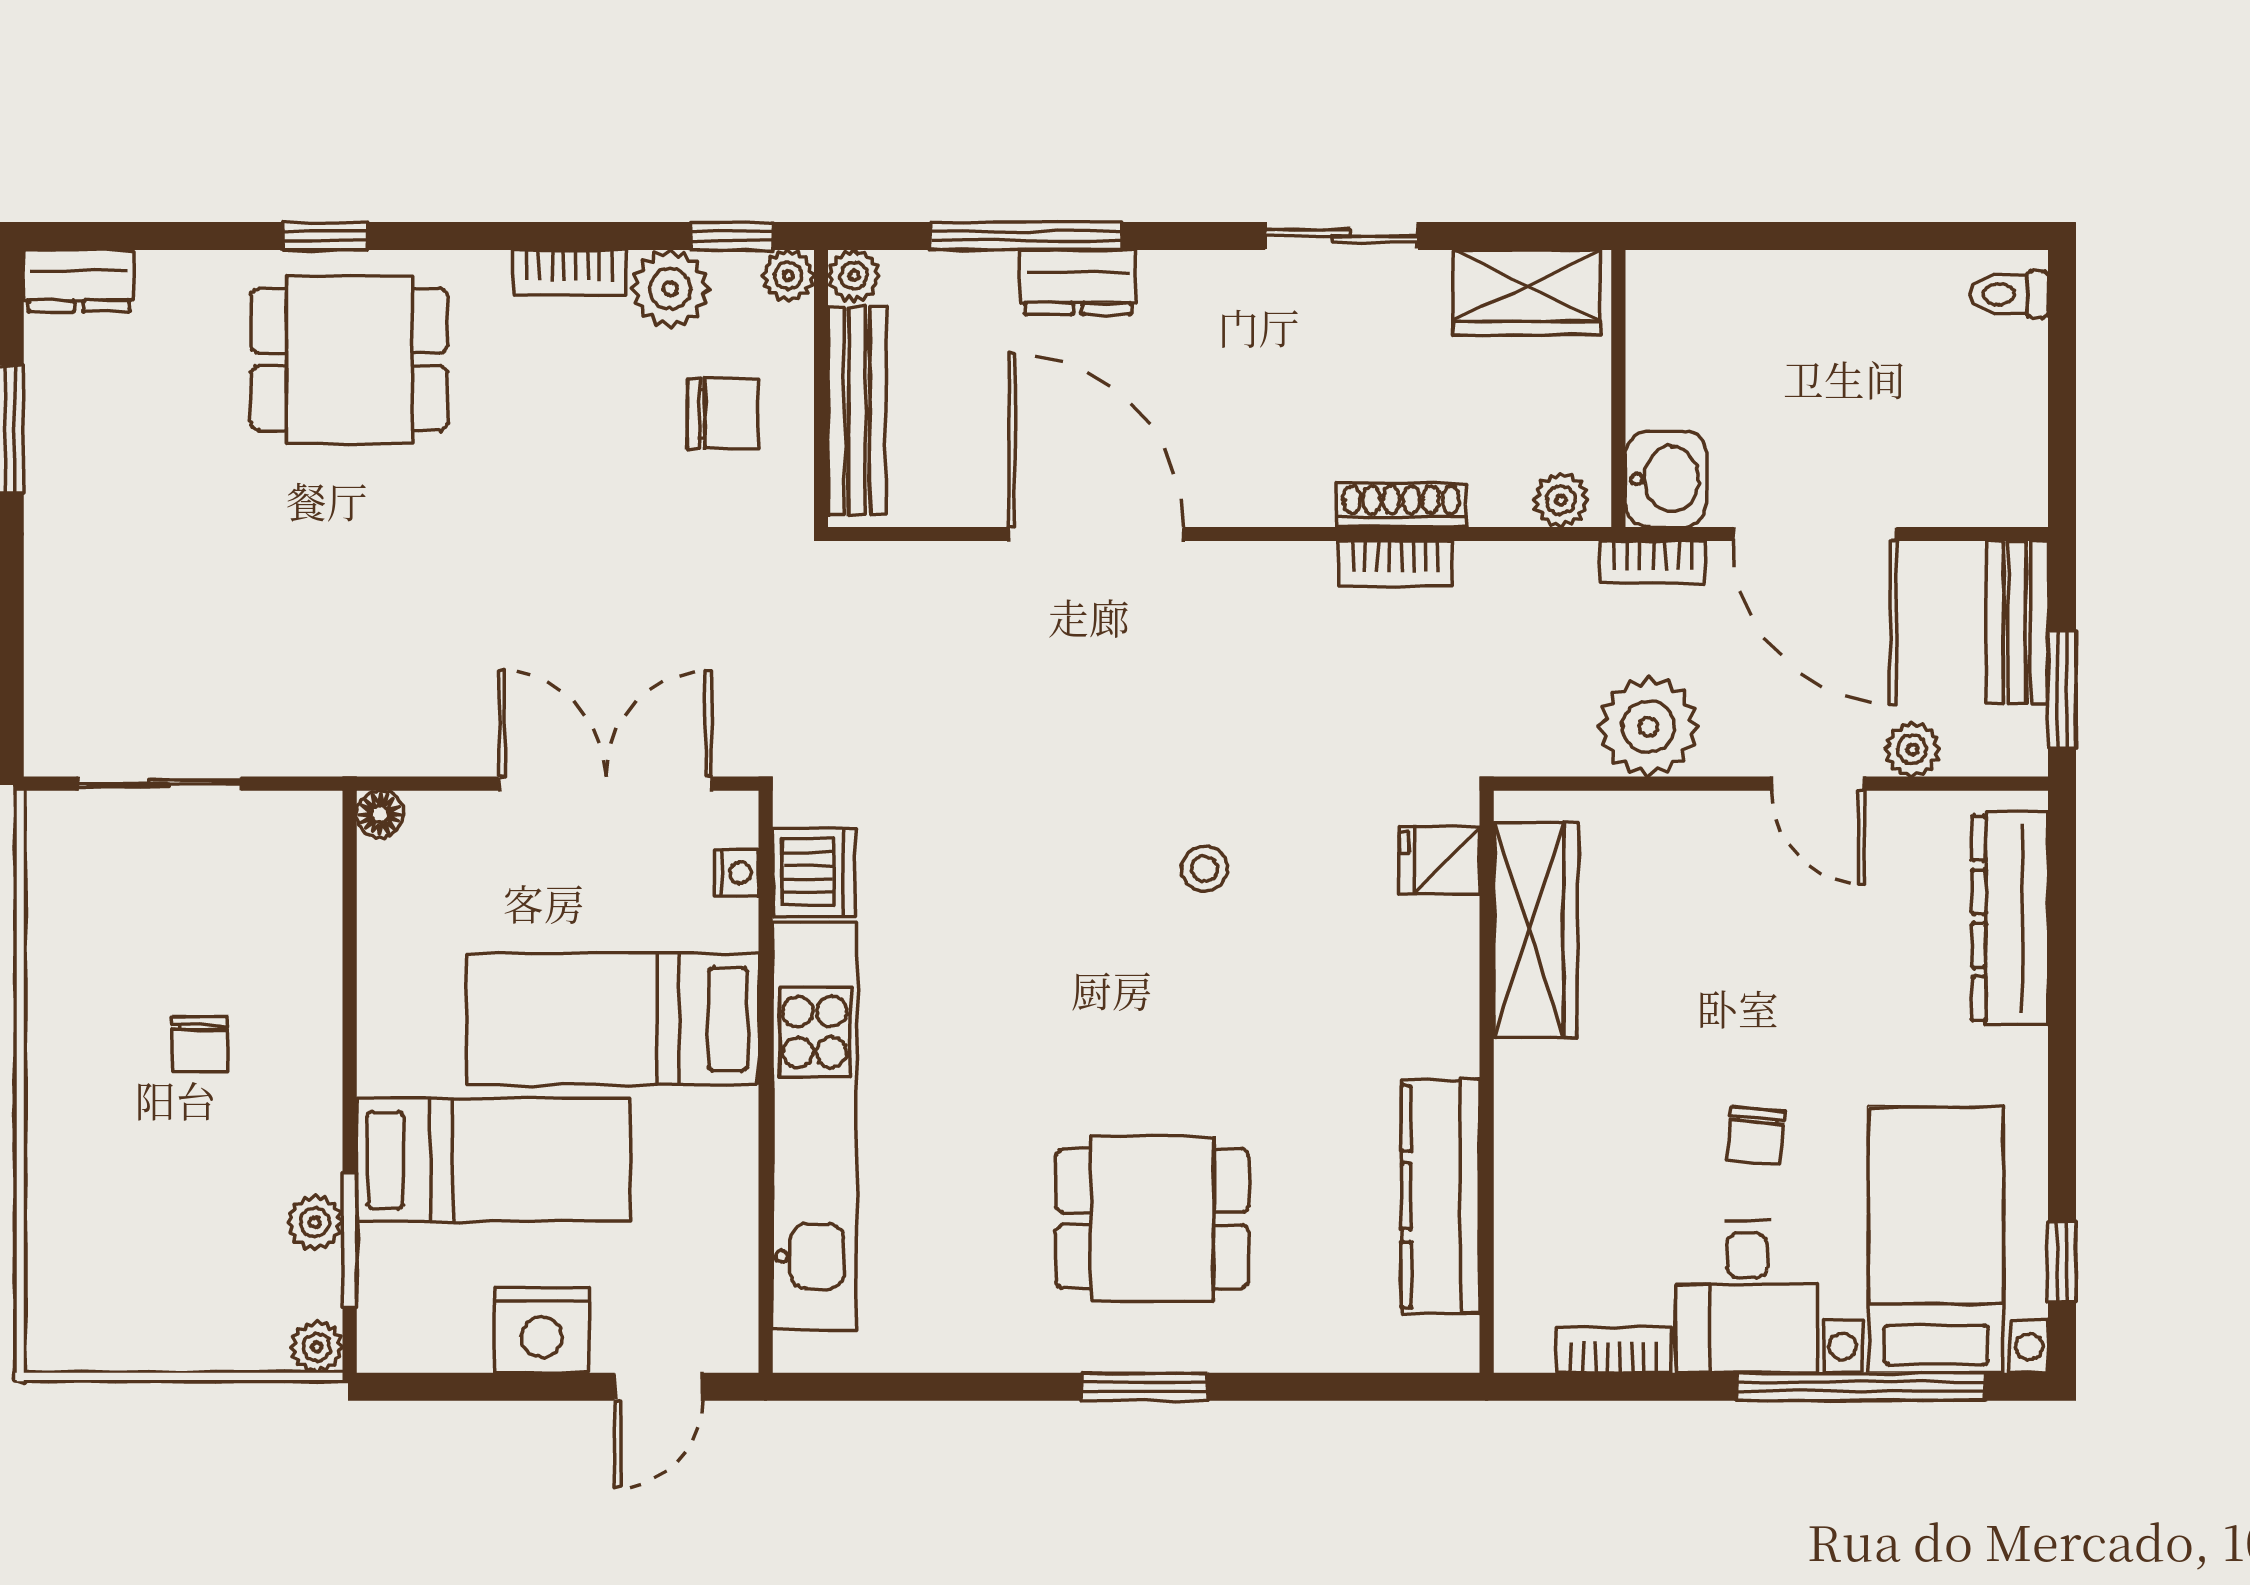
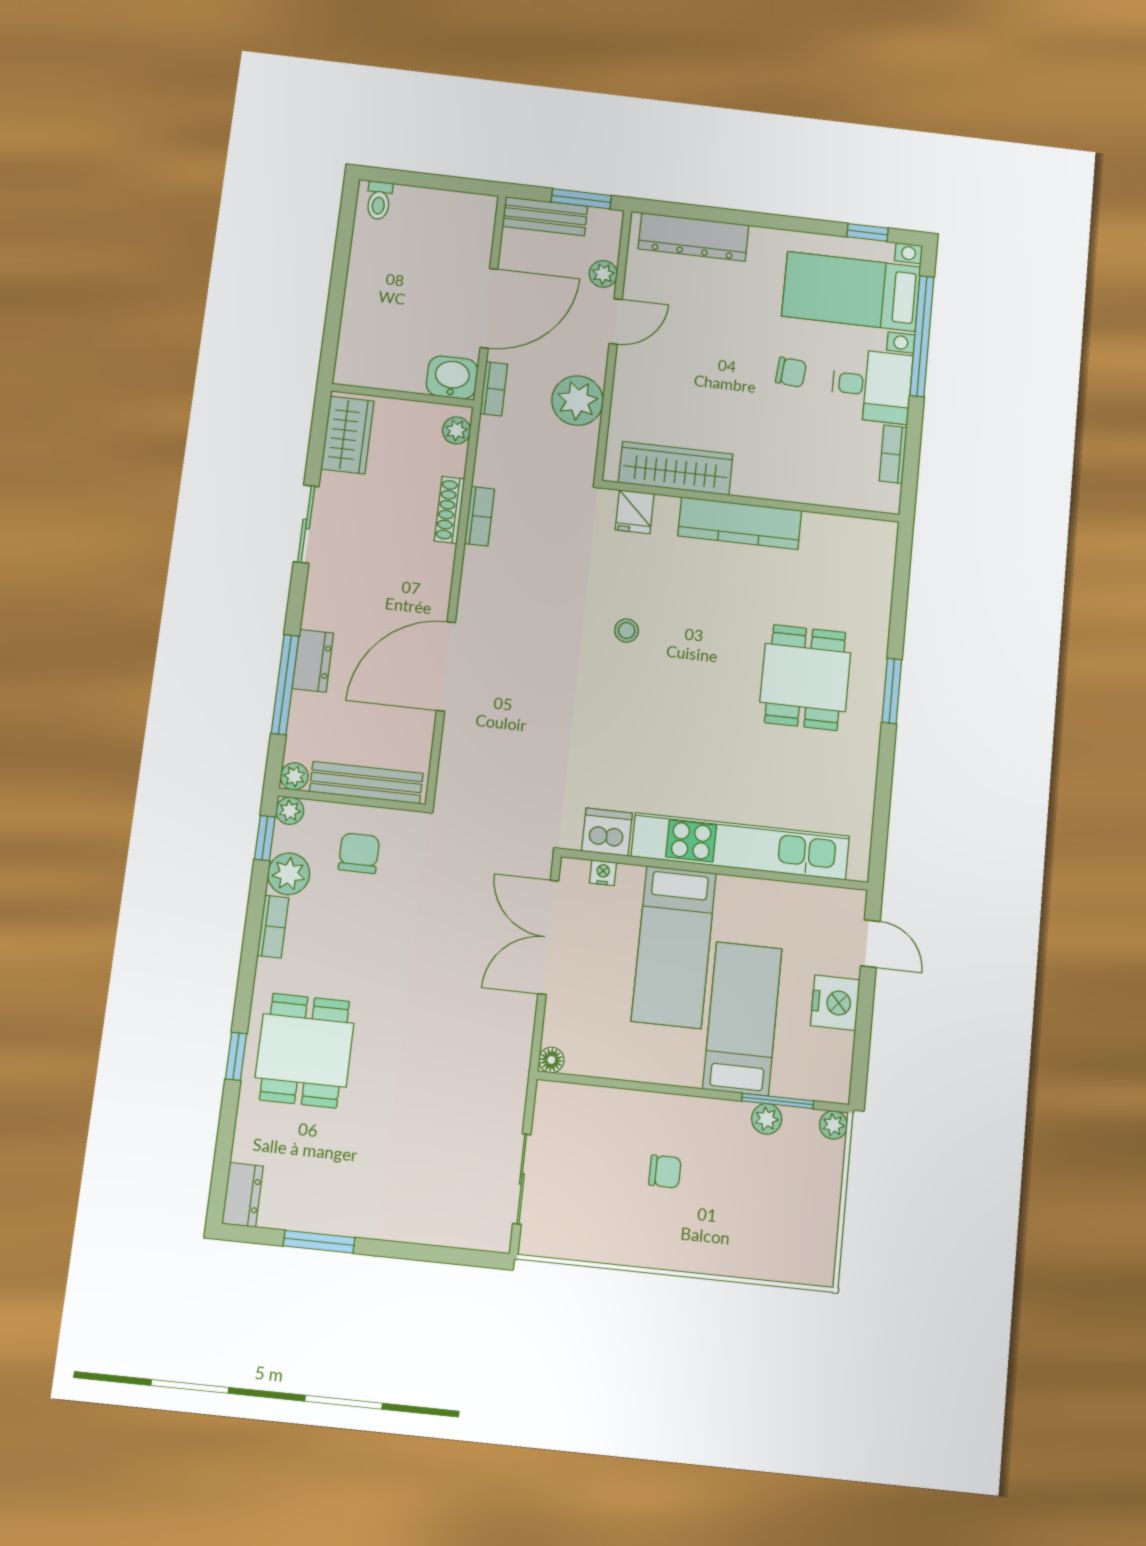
kitchen counter: (1441, 1196) -> (740, 523), moved

